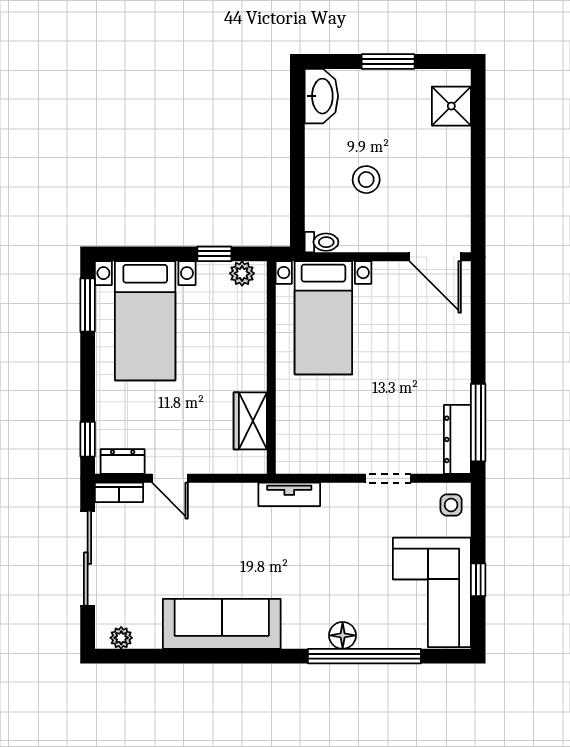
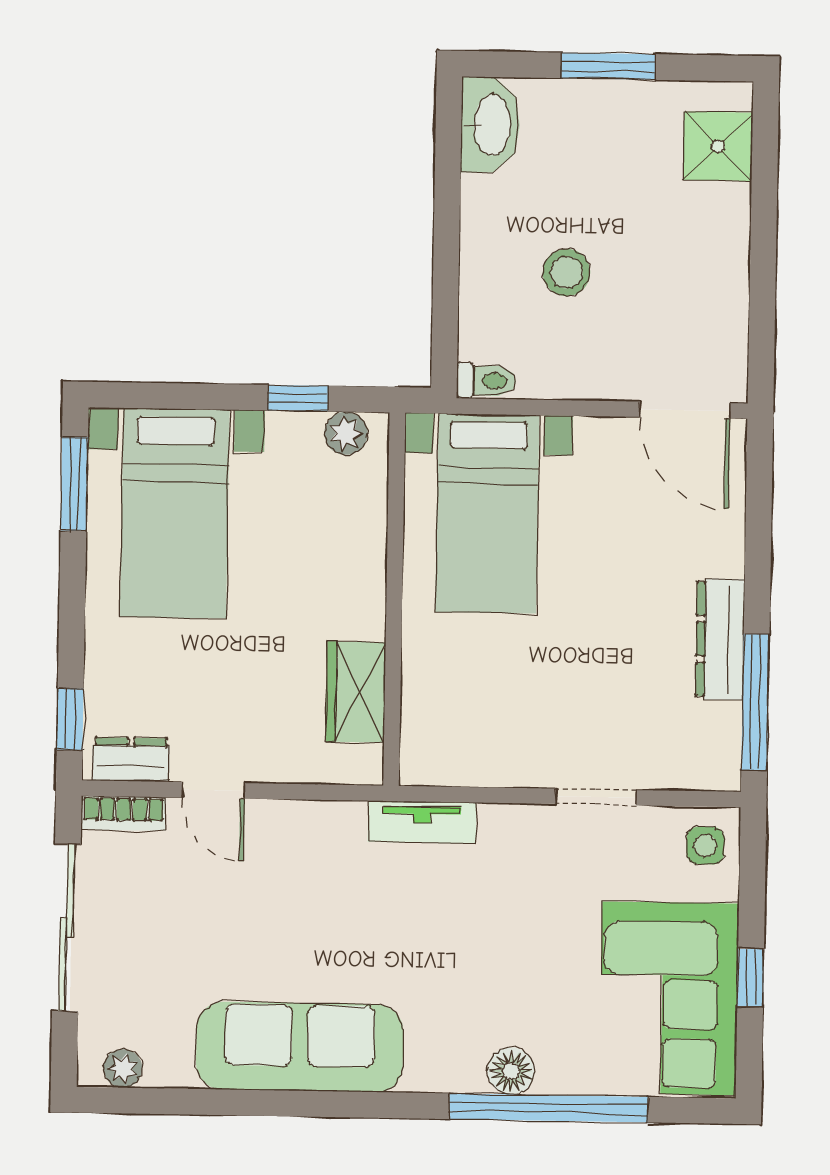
dresser: (457, 439) -> (720, 639), moved

